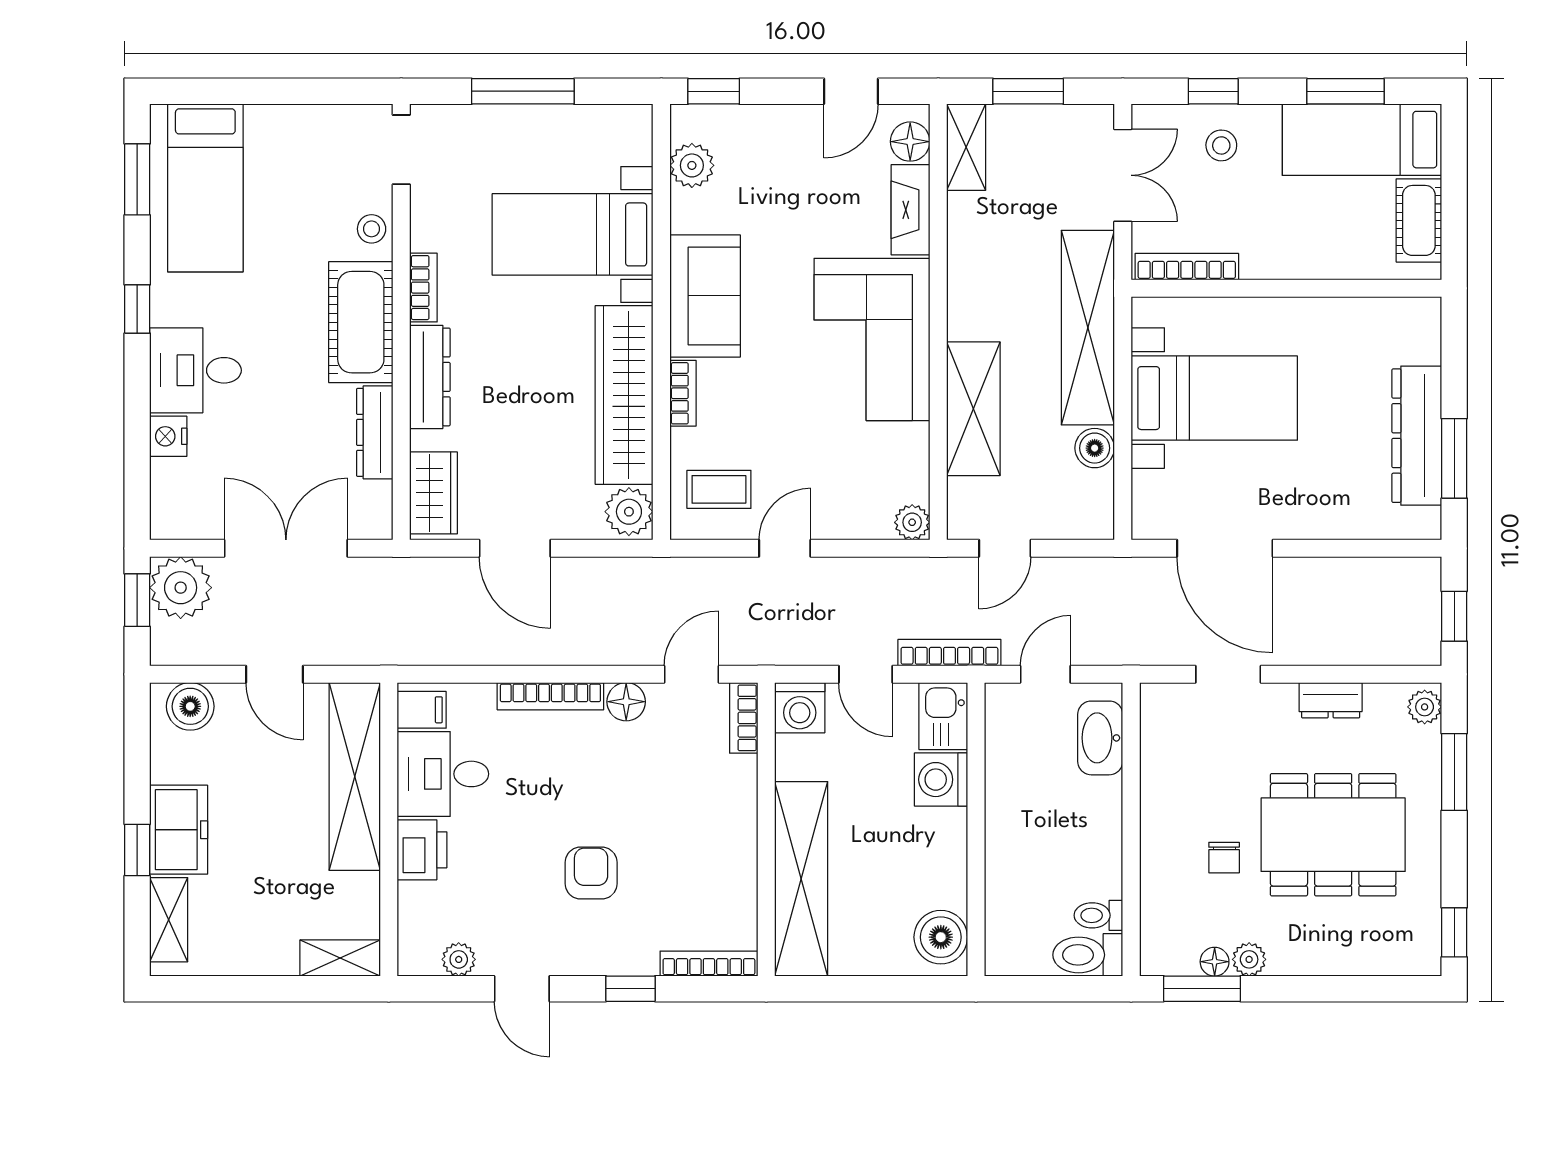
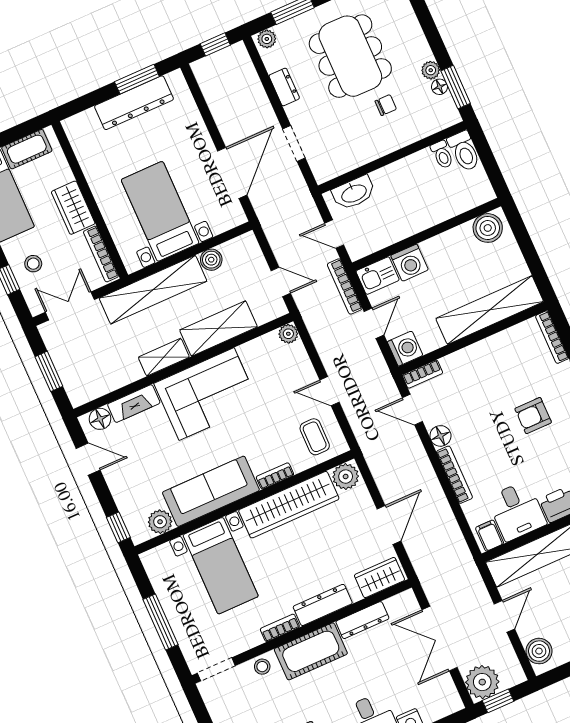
shelving: (966, 147) -> (164, 357), moved
wardrobe: (1286, 255) -> (73, 208), added
sofa: (705, 296) -> (211, 491), width x1.36

